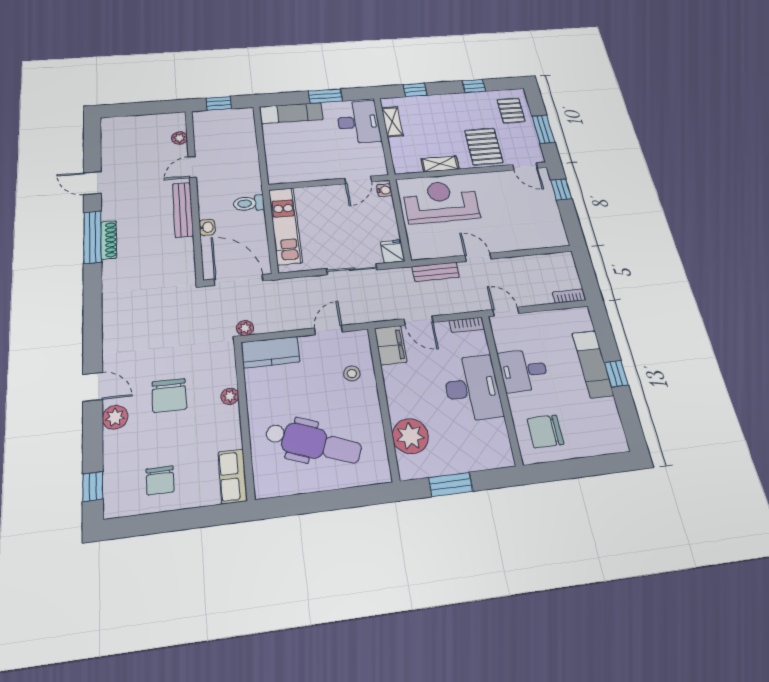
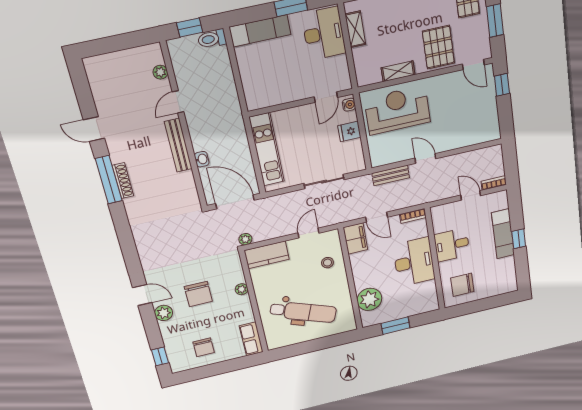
toilet: (249, 203) -> (212, 39), moved
fridge: (393, 251) -> (349, 131), moved, turned -90
door: (506, 312) -> (471, 195), moved

